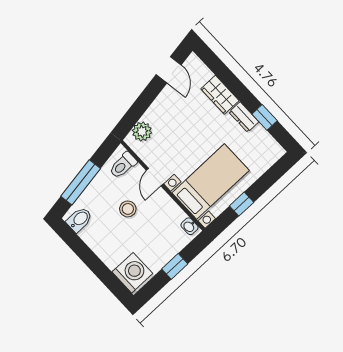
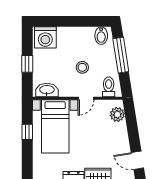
door: (155, 177) -> (86, 98), swing flipped
washbasin: (189, 226) -> (47, 90), width x1.91, depth x1.45

